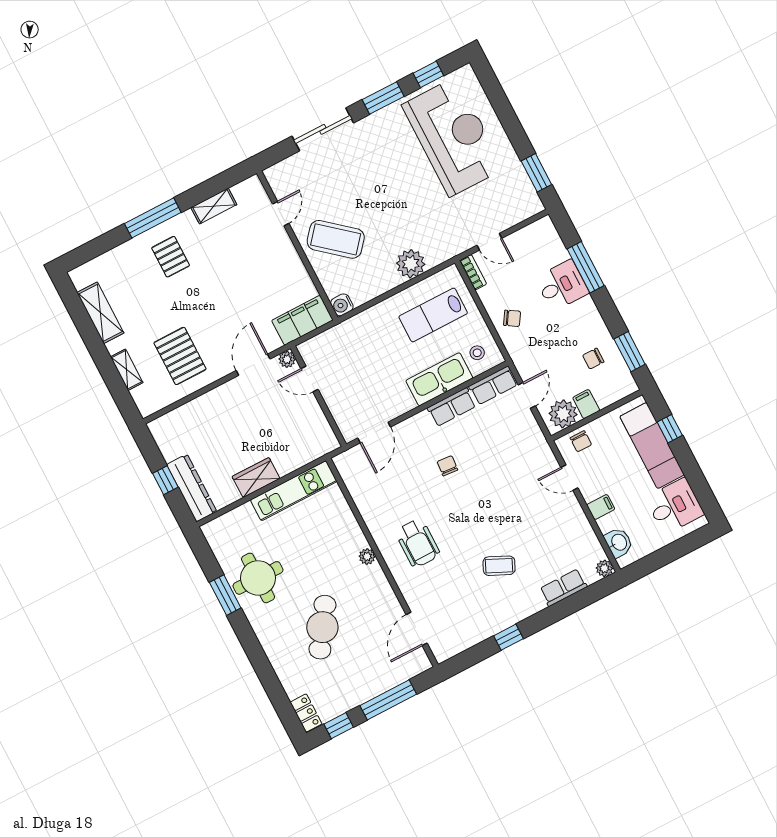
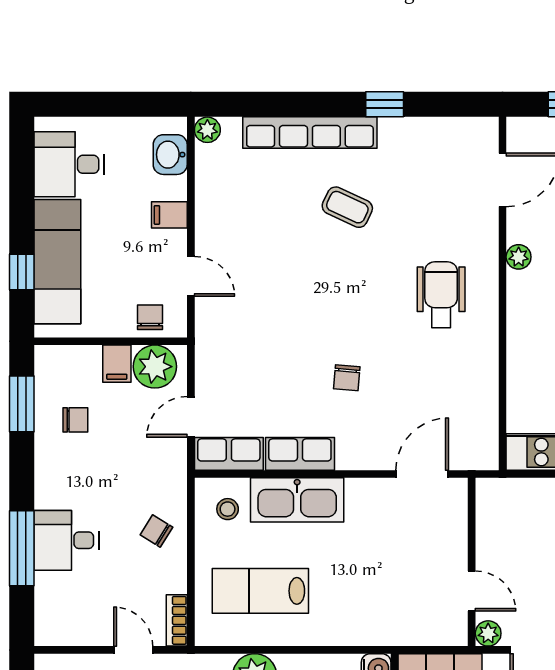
lab bench: (433, 315) -> (260, 591), turned 180
plant: (367, 557) -> (519, 257), moved
row of seats: (563, 588) -> (310, 132), width x2.02

